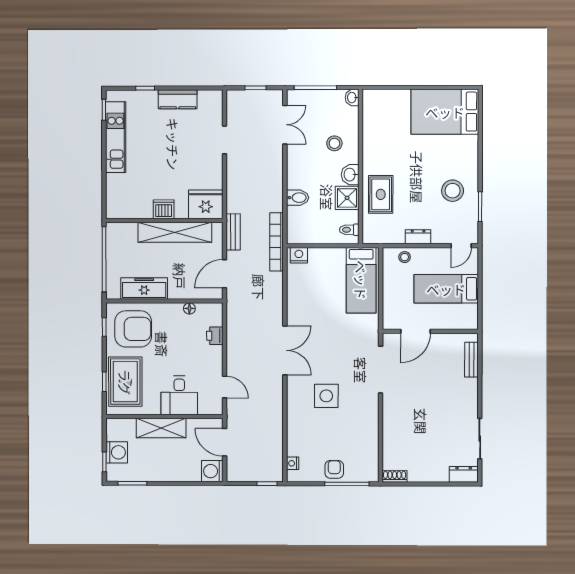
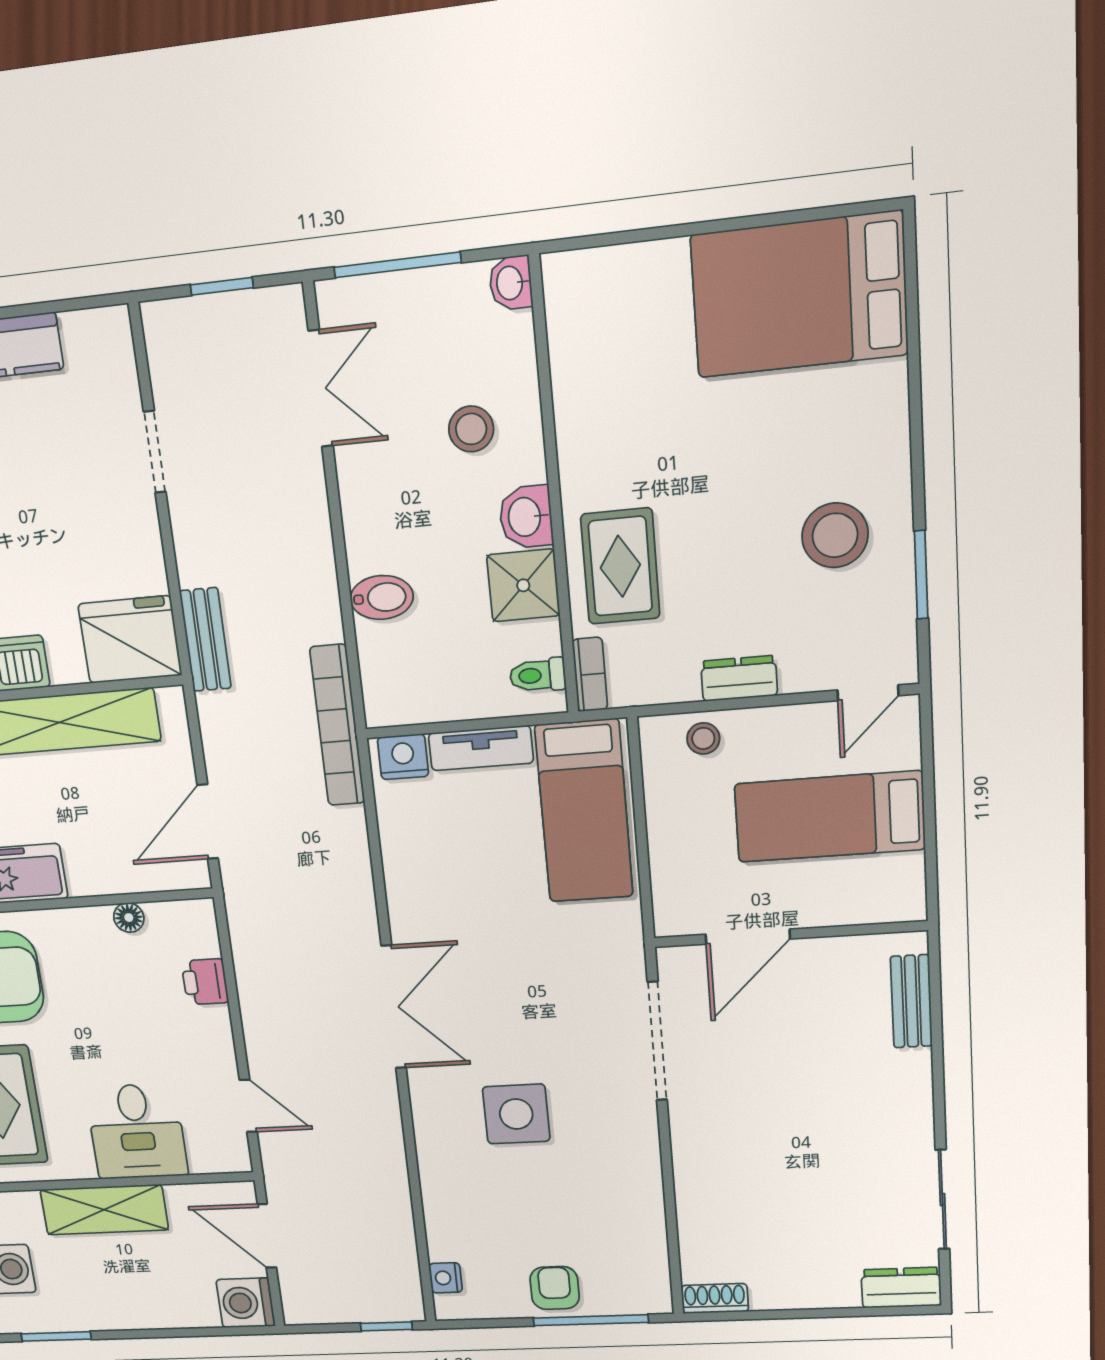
bookcase: (367, 231) -> (590, 674), added
bench: (233, 232) -> (205, 640), moved
tv unit: (327, 254) -> (481, 748), added

